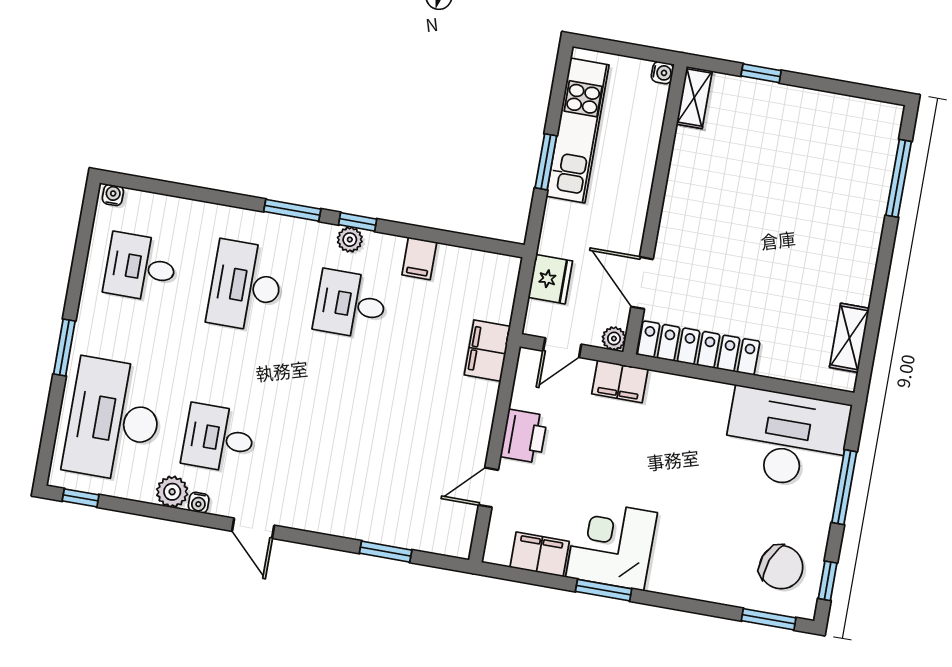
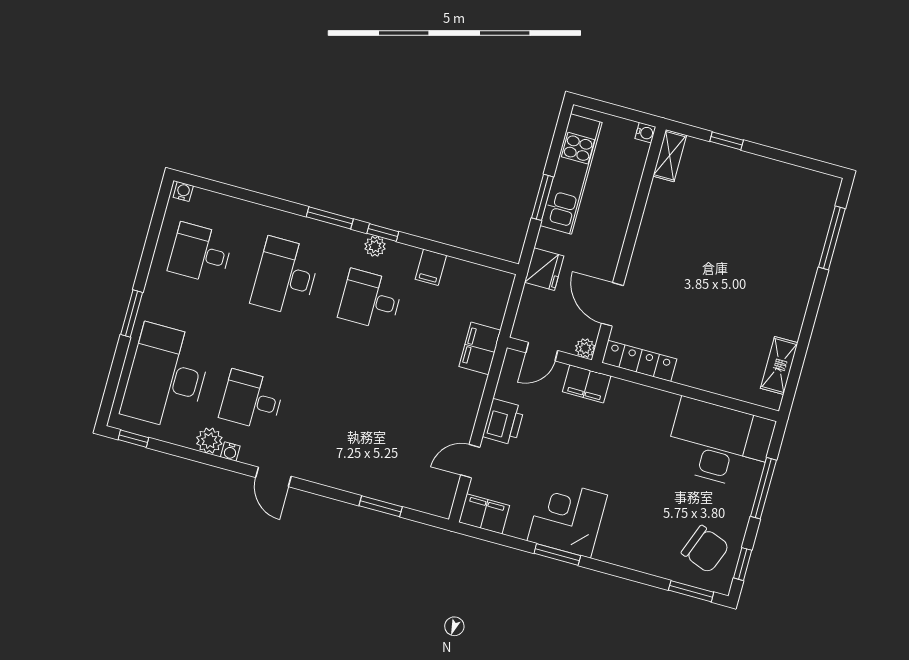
fridge: (550, 279) -> (544, 269), moved
locker: (699, 348) -> (639, 361), width x0.71, depth x0.83
filing cabinet: (540, 554) -> (484, 514), moved

